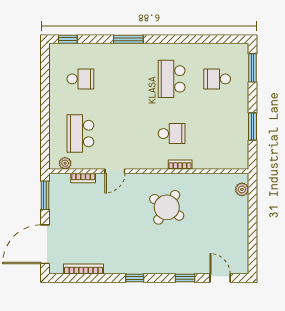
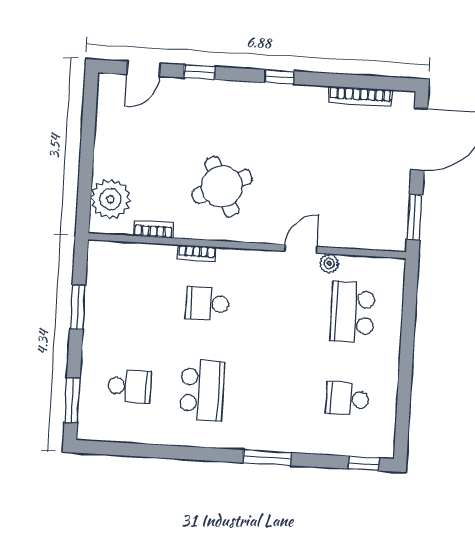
school desk: (80, 134) -> (352, 312), turned 180
plant: (65, 163) -> (329, 263), moved
bookcase: (83, 178) -> (153, 229), moved
plant: (242, 189) -> (110, 199), width x1.88, depth x1.88
round table: (167, 207) -> (222, 186), turned 31
door: (220, 278) -> (144, 69), hinge flipped

